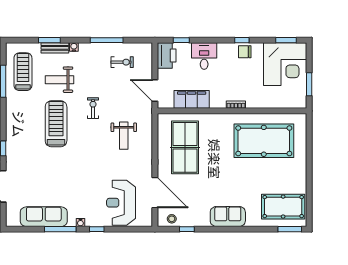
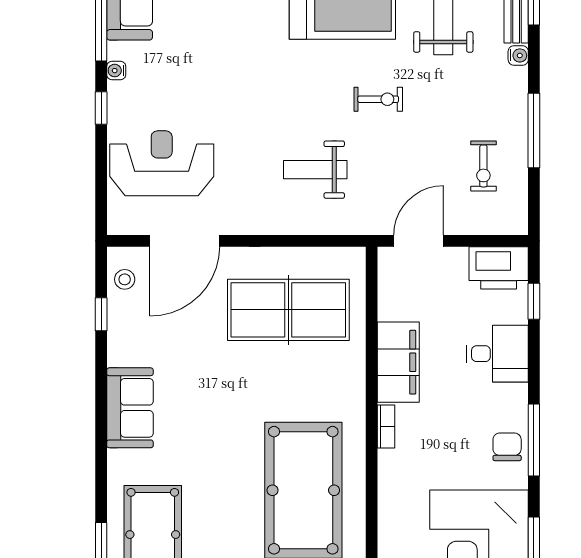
window: (242, 40) -> (534, 440), width x2.17
filing cabinet: (192, 99) -> (398, 362), moved

